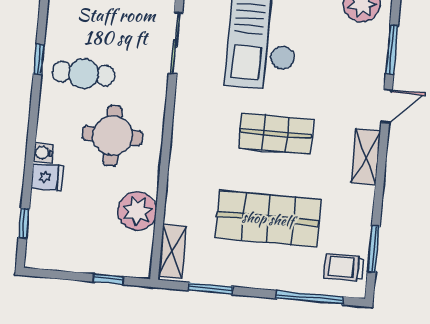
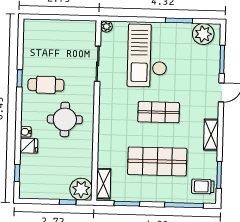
shelving: (366, 157) -> (211, 135), moved
plant: (137, 211) -> (81, 189), moved

